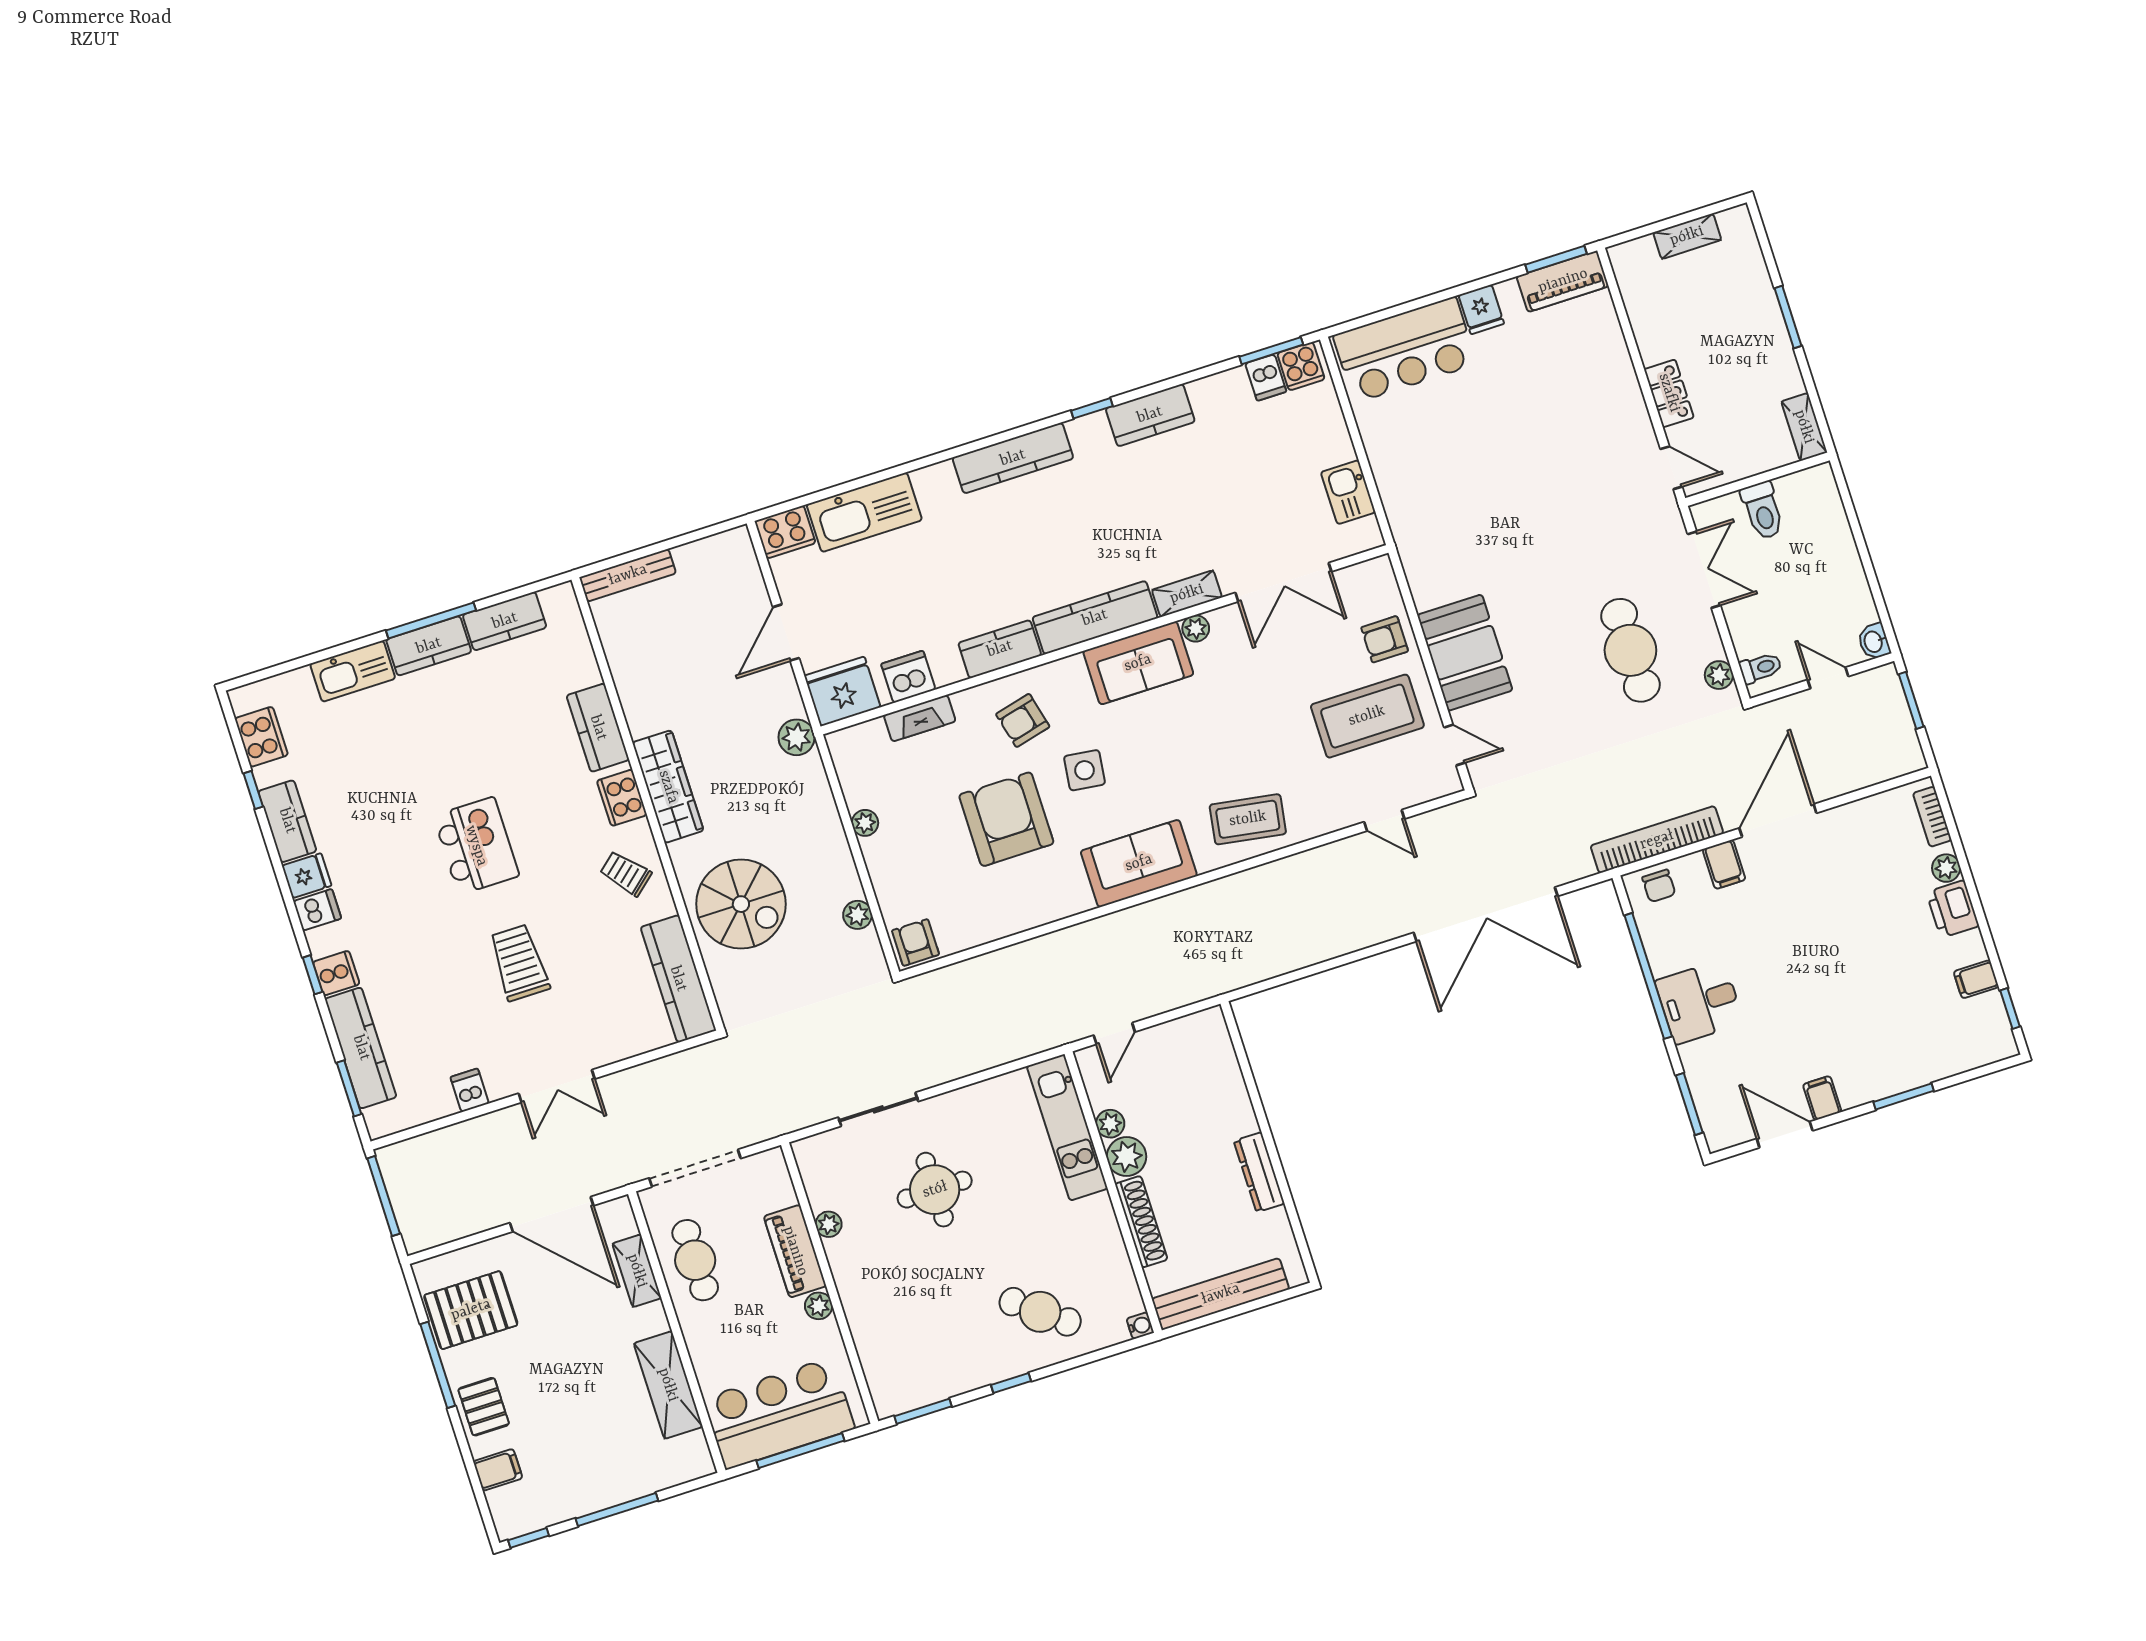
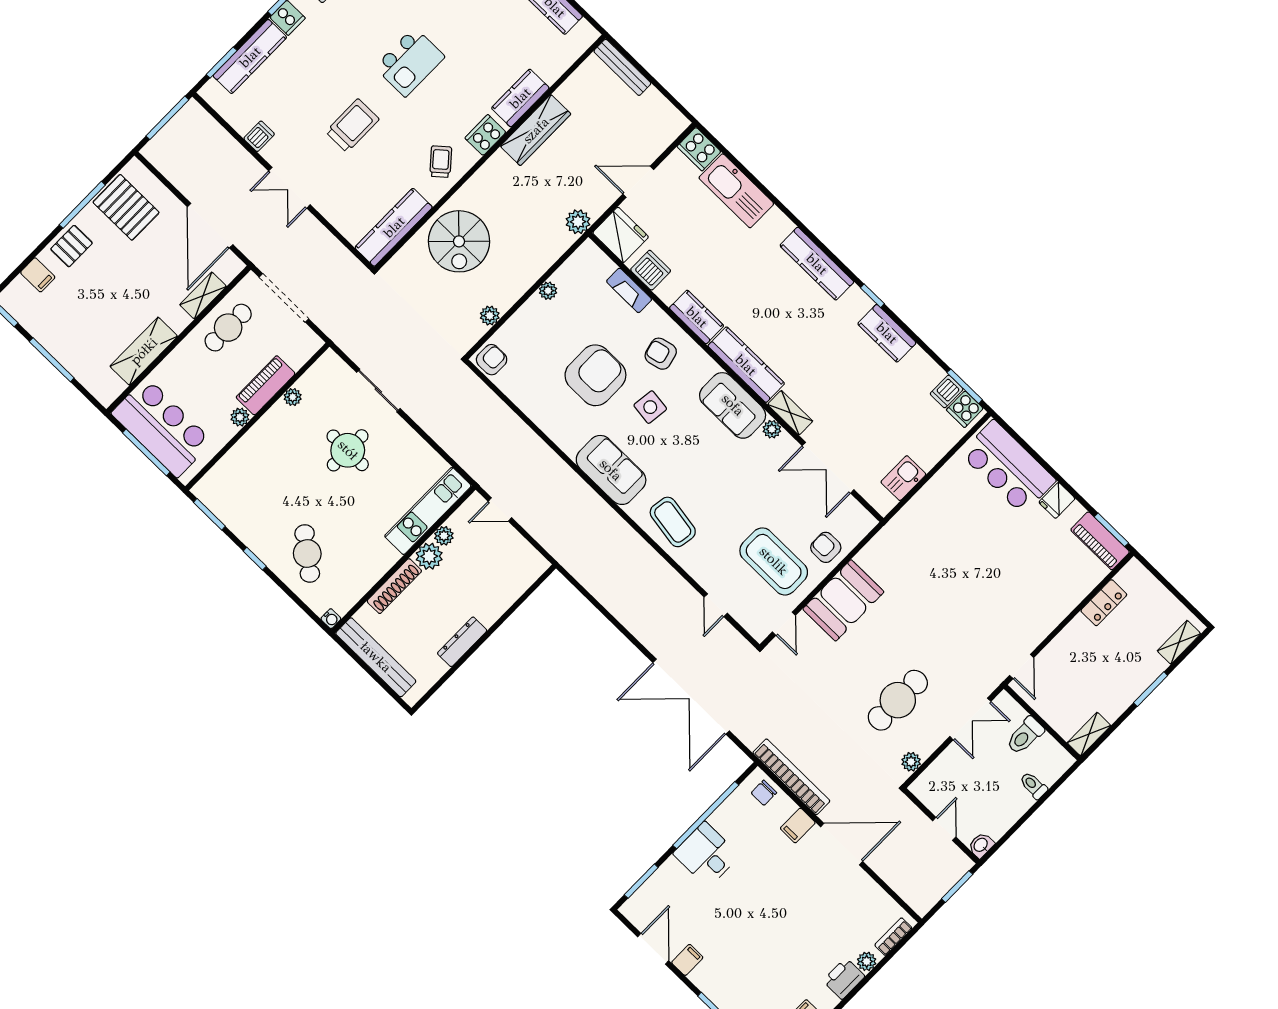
shelving: (1687, 236) -> (1179, 642), moved, turned 90
locker: (1669, 393) -> (1104, 603), moved
toilet: (1761, 668) -> (1033, 785), moved, turned 180
wardrobe: (668, 787) -> (536, 130), moved

